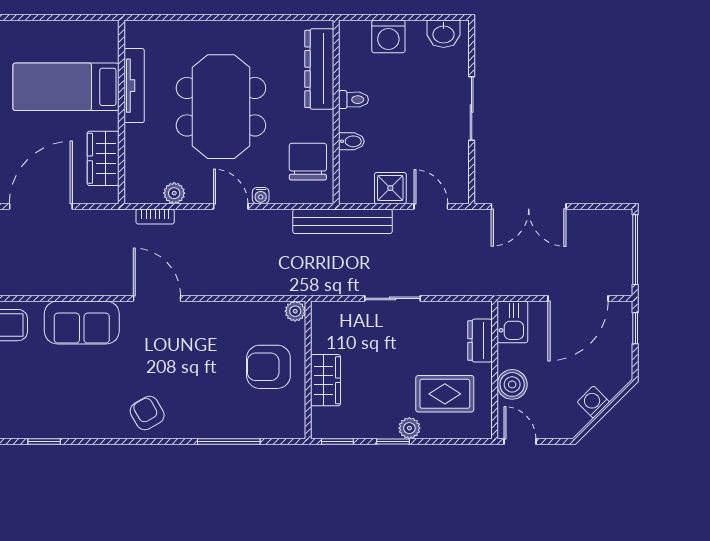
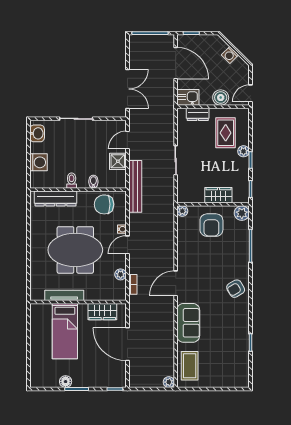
plant: (291, 425) -> (242, 213), added

